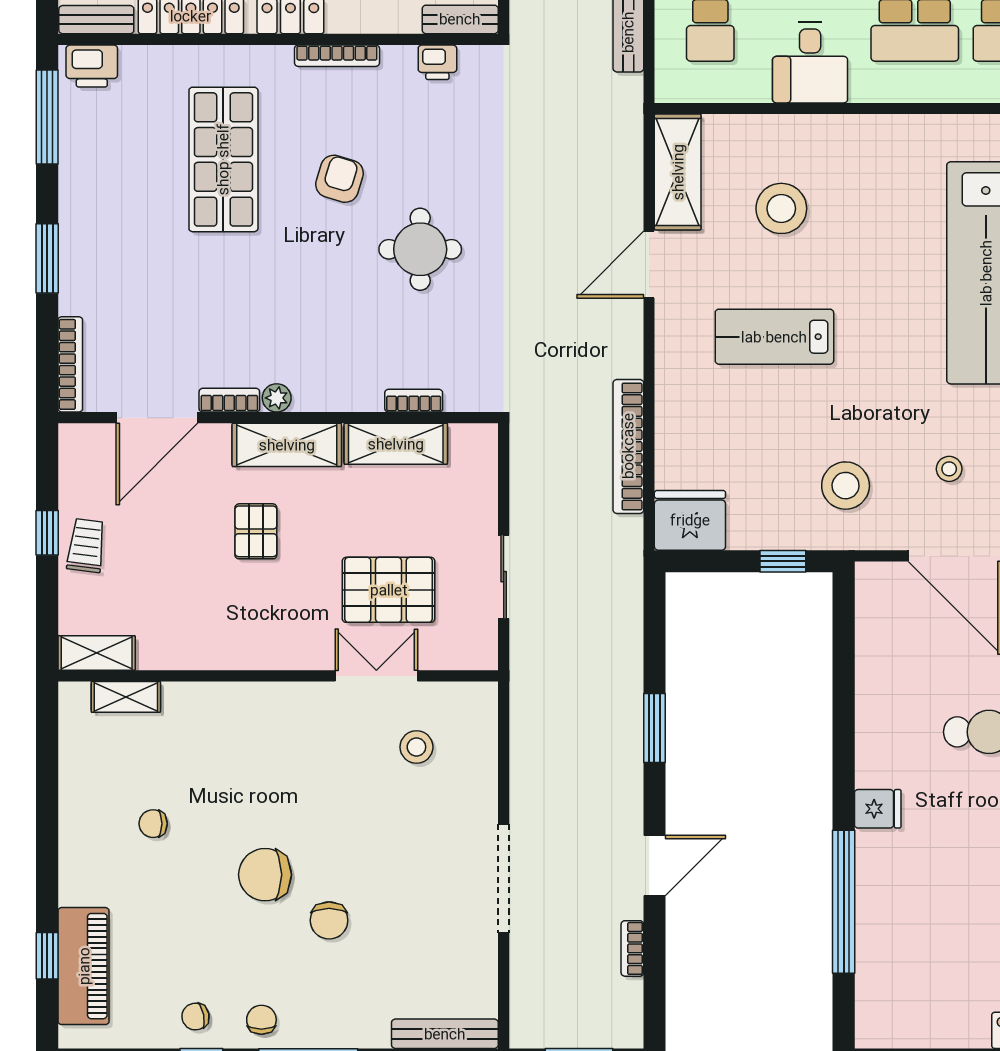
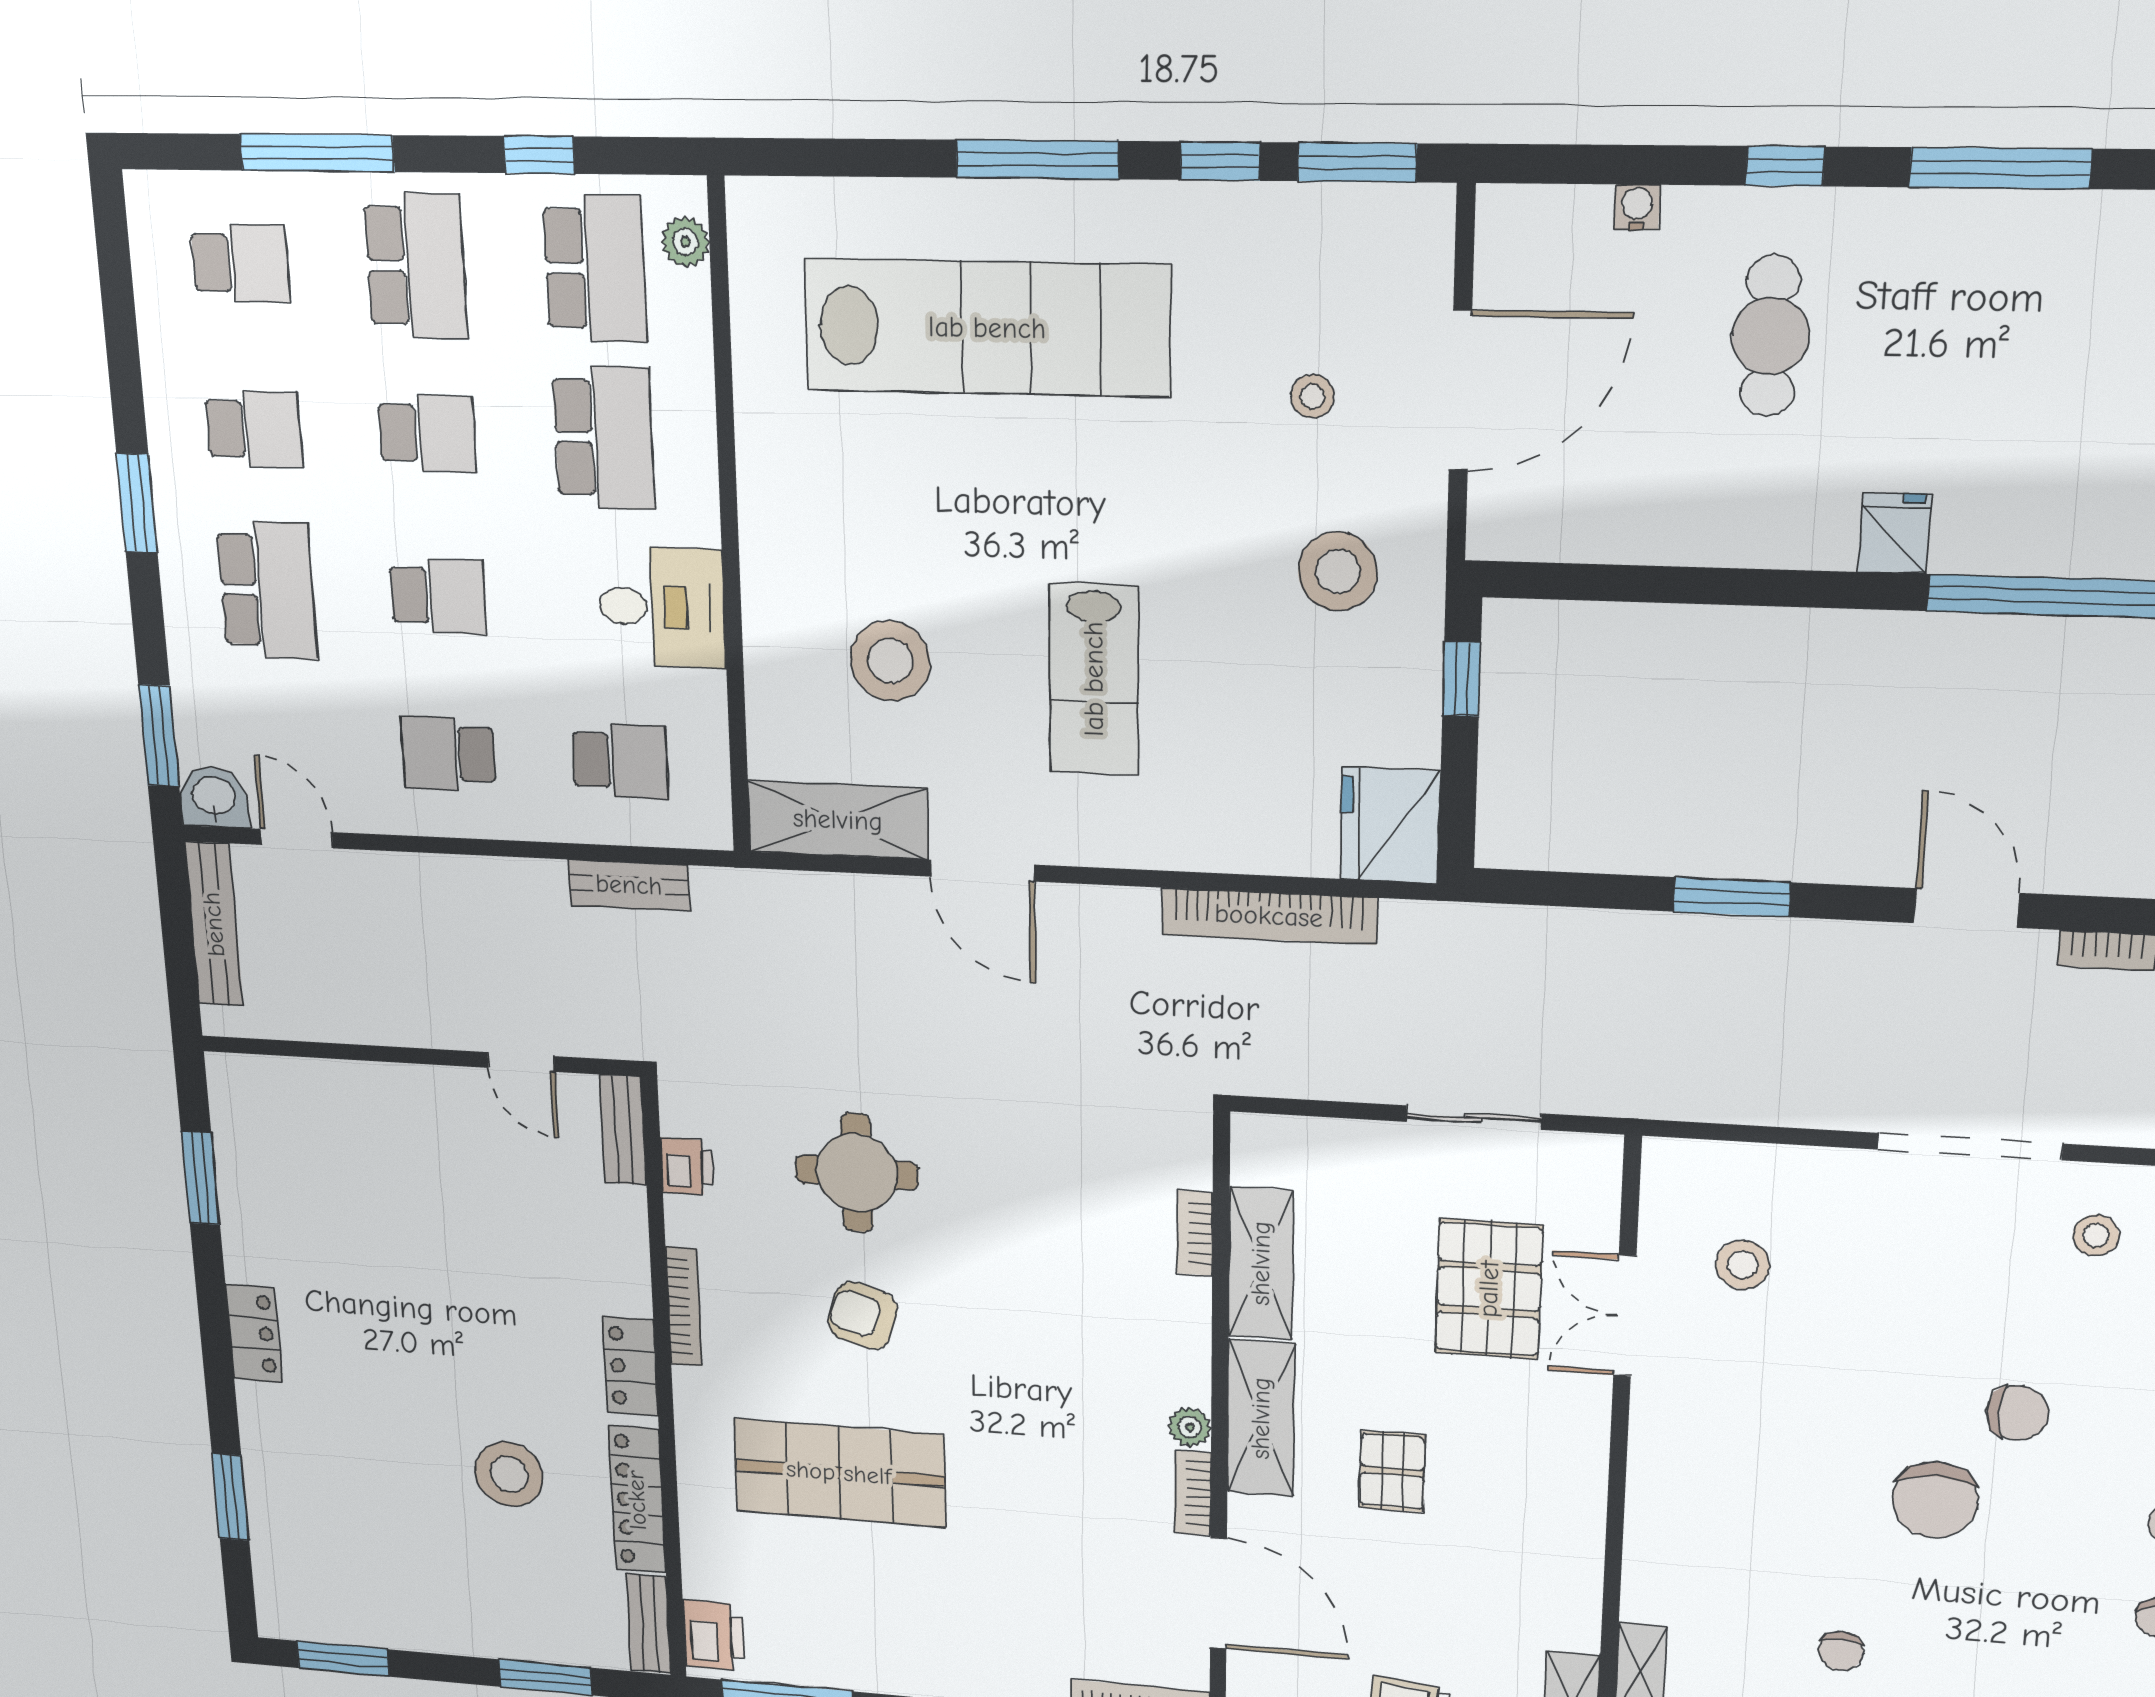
round table: (420, 249) -> (857, 1173), moved
pallet: (256, 531) -> (1392, 1471), turned 90
stool: (451, 957) -> (2096, 1235), added

